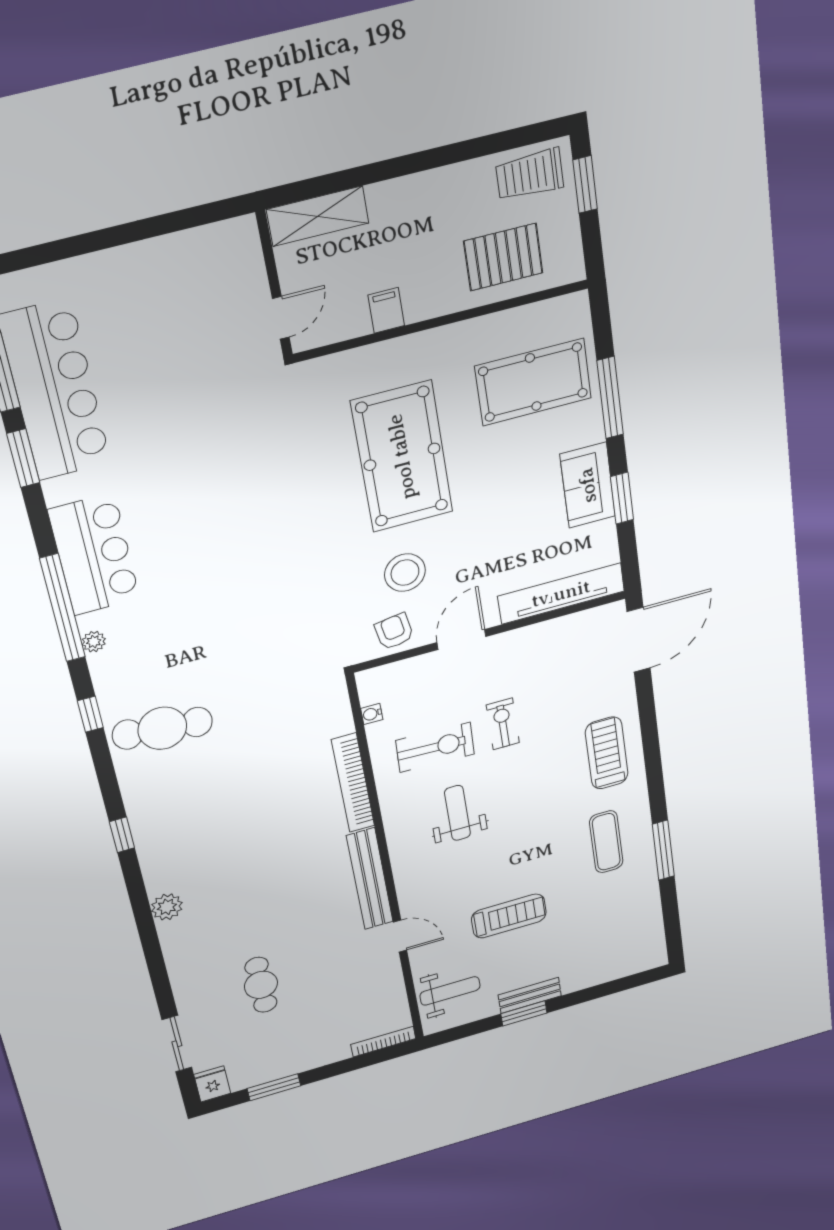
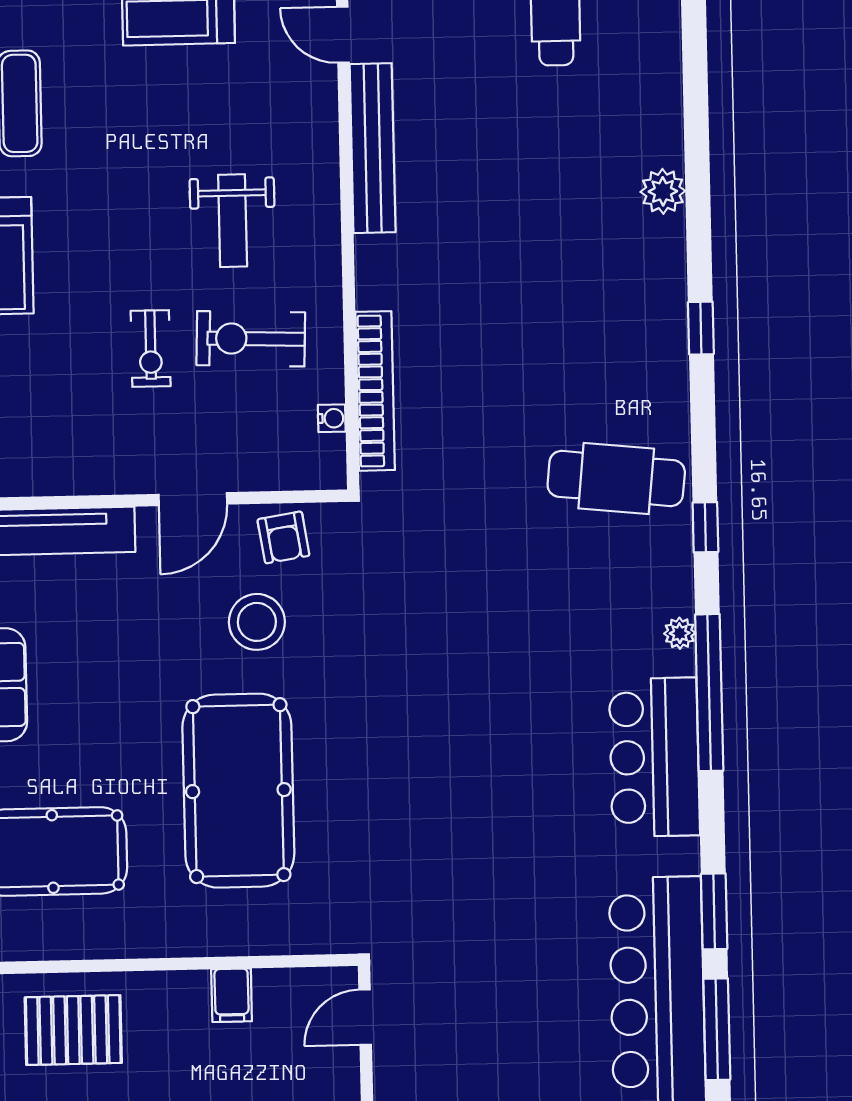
bookcase: (353, 783) -> (375, 391), moved

